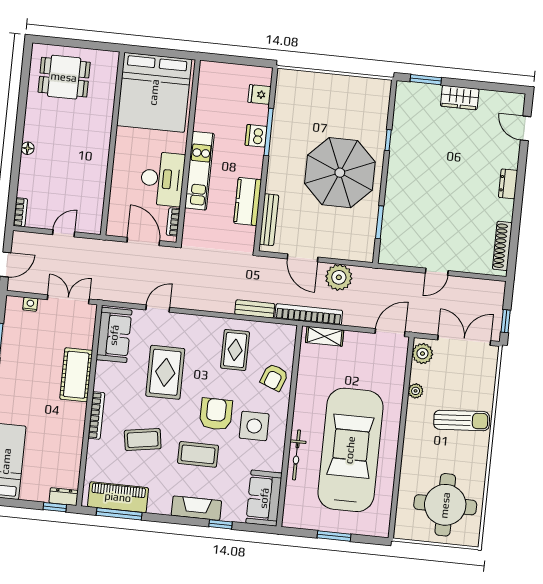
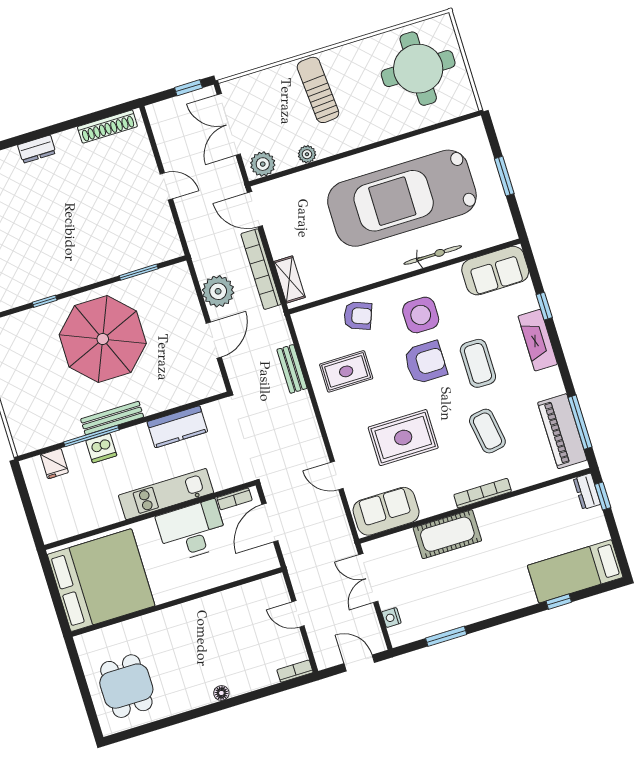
bench: (269, 220) -> (112, 418), moved
bookcase: (309, 314) -> (261, 269), moved
armchair: (216, 414) -> (425, 362), turned 180

